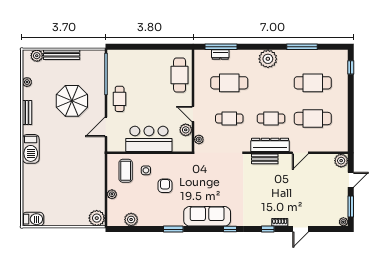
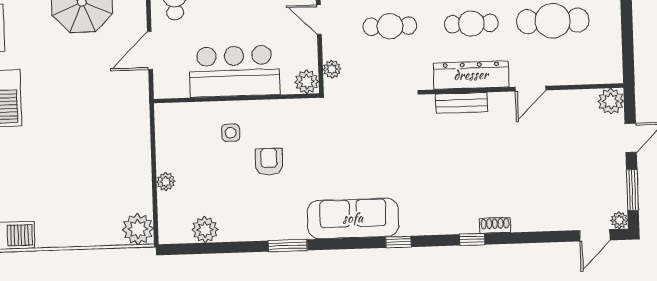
plant: (186, 130) -> (307, 82), moved
coffee table: (126, 171) -> (191, 135), removed
door: (301, 229) -> (595, 235), moved

